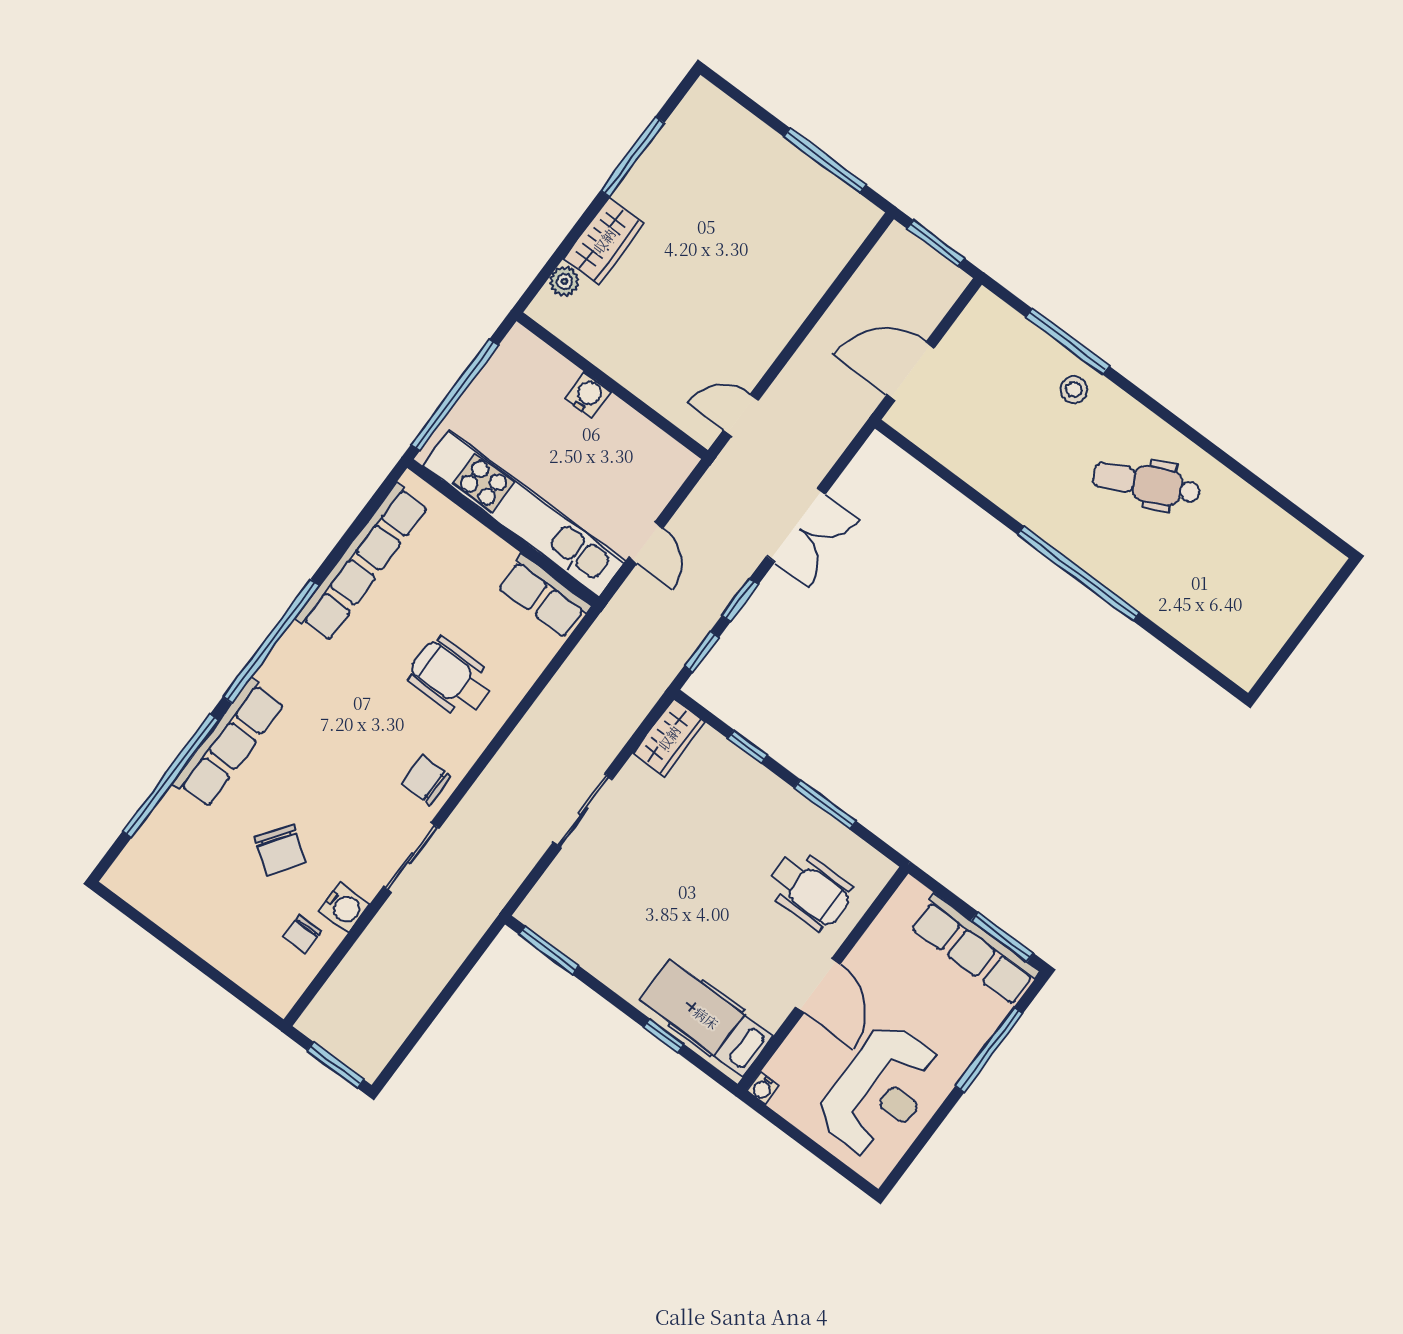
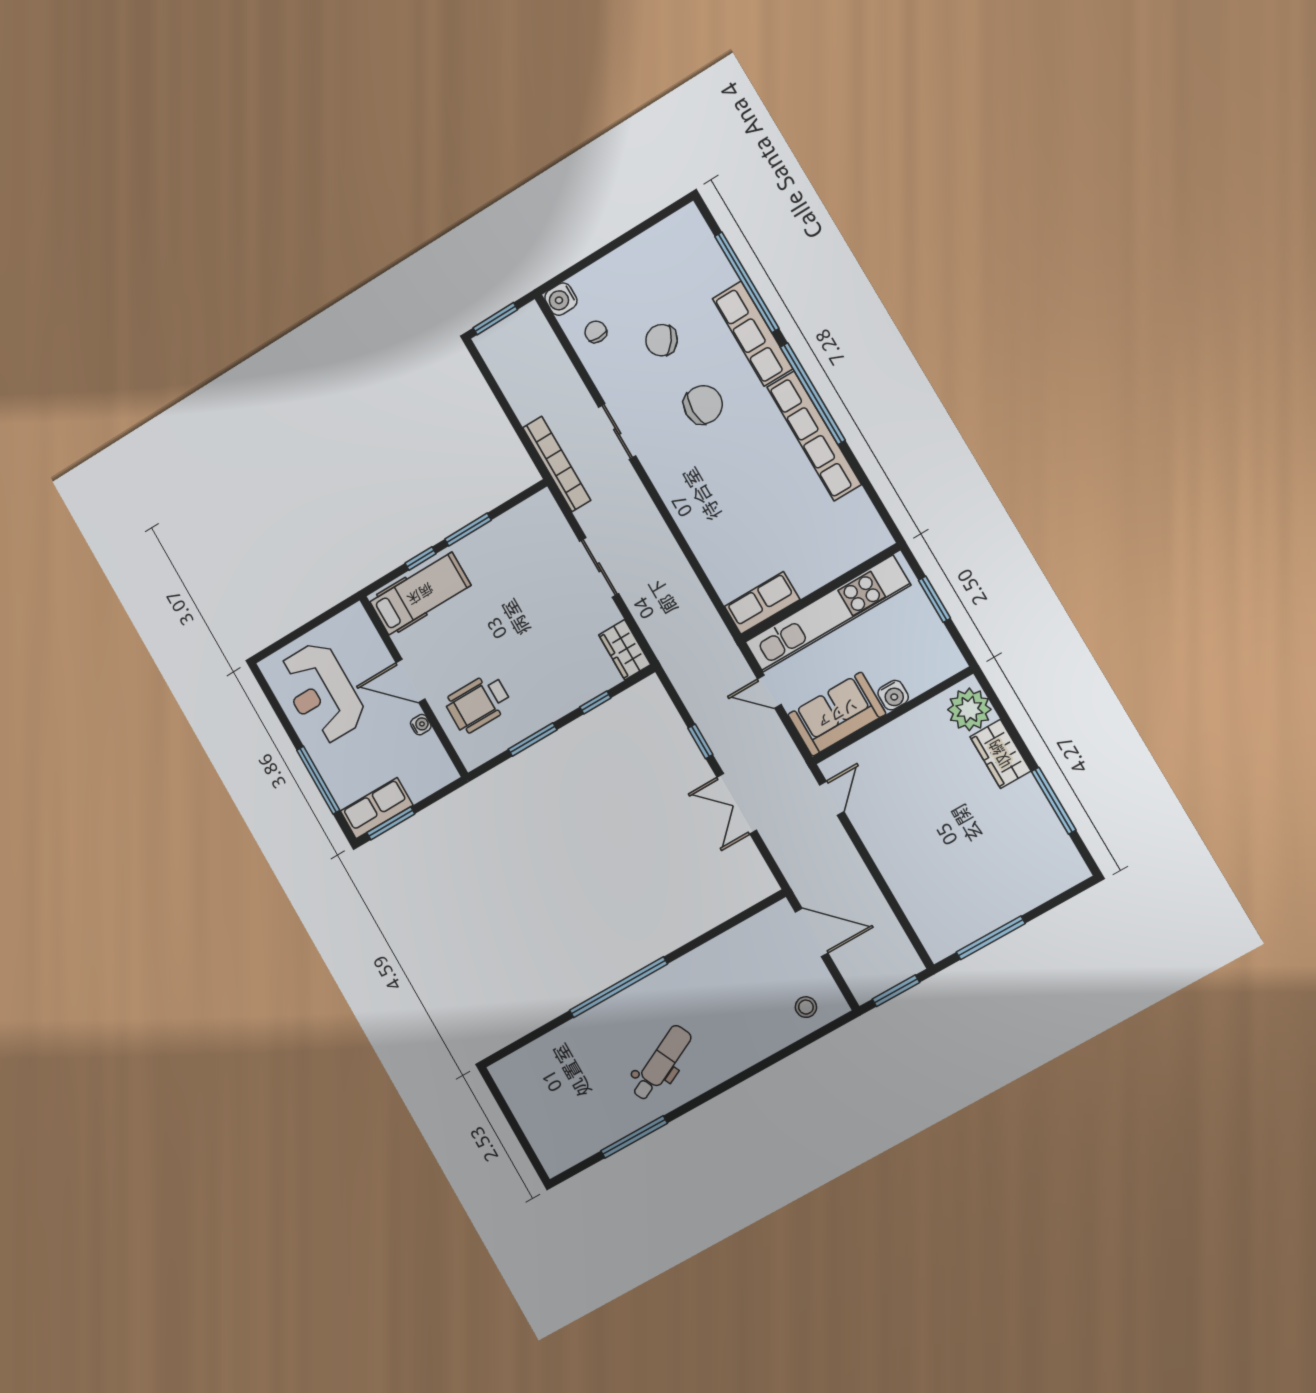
plant: (564, 281) -> (969, 709), width x1.88, depth x1.88
window: (1067, 342) -> (634, 1137), moved
door: (911, 371) -> (812, 932), hinge flipped
stool: (1074, 390) -> (806, 1007), moved
window: (455, 395) -> (934, 599), width x0.47
sofa: (638, 452) -> (837, 714), added
row of seats: (362, 562) -> (814, 436), moved
window: (702, 651) -> (676, 699), removed
wheelchair: (451, 678) -> (732, 512), removed
chair: (426, 780) -> (703, 405), moved, width x1.37, depth x1.37
water cooler: (344, 907) -> (561, 299), moved
bookcase: (480, 915) -> (557, 464), added
row of seats: (974, 949) -> (377, 808), width x0.68
window: (549, 950) -> (468, 530), moved
water cooler: (763, 1088) -> (421, 725), moved, turned 90

